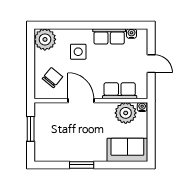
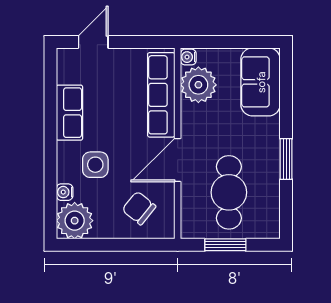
water cooler: (132, 33) -> (65, 192), moved
door: (151, 64) -> (93, 42), moved
row of seats: (120, 91) -> (161, 95), width x1.48
cafe table: (62, 131) -> (229, 192), added

